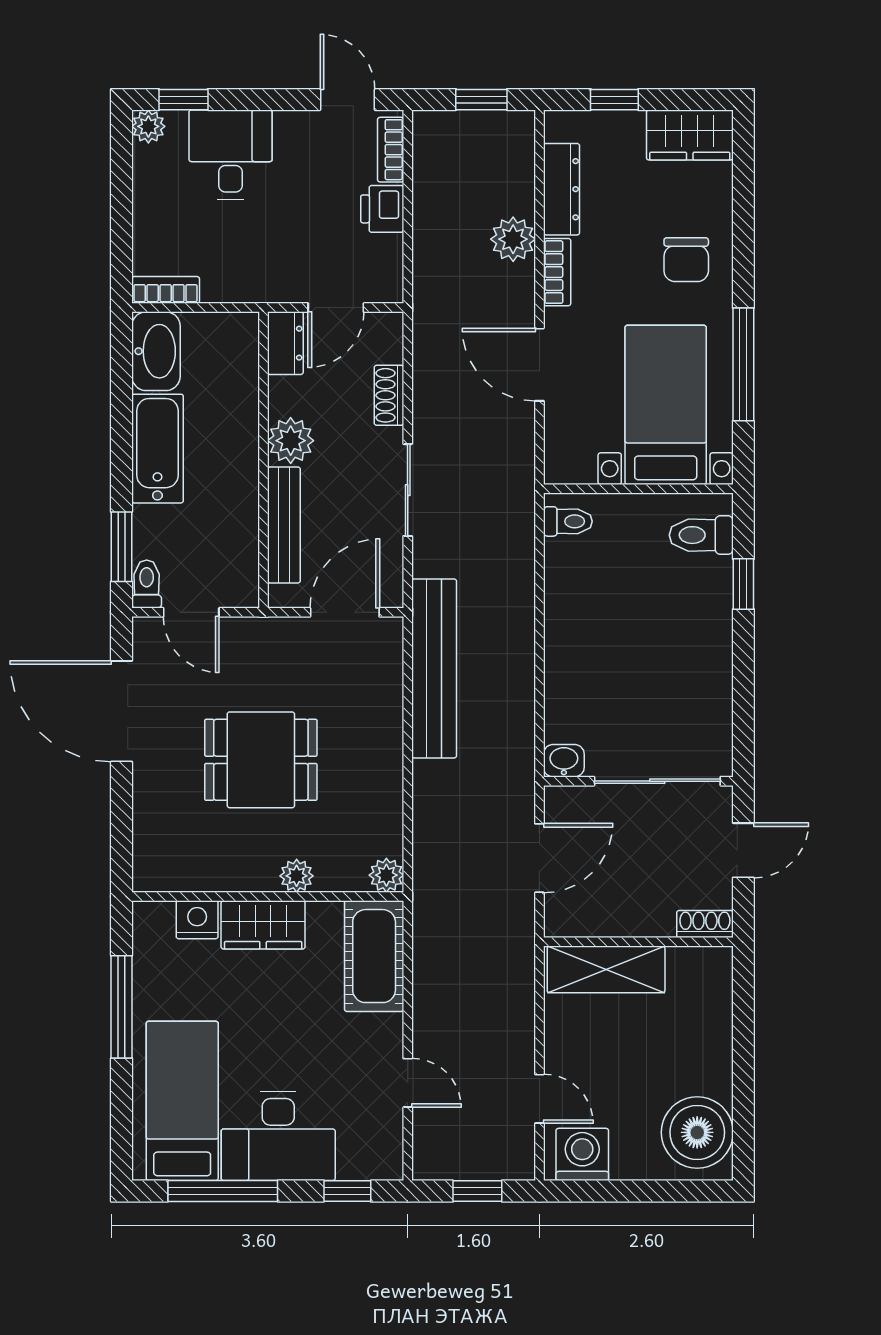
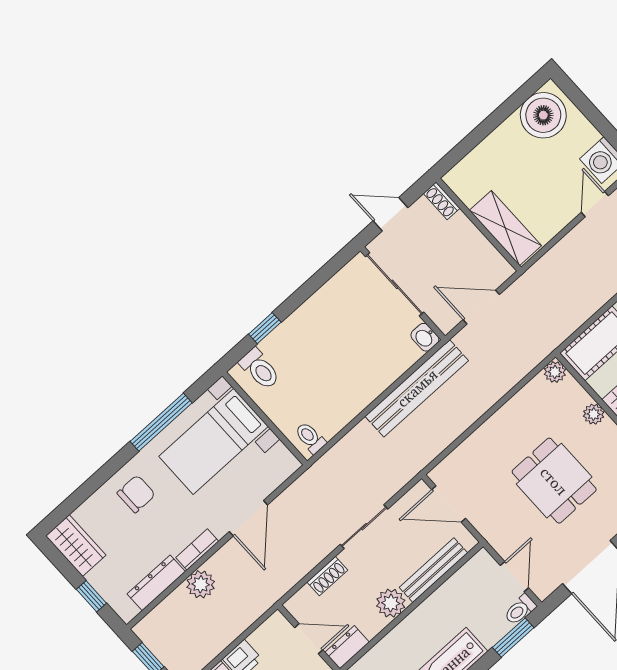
bench: (434, 668) -> (417, 388), moved

